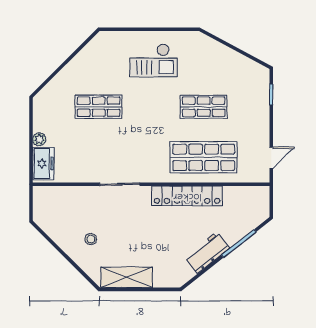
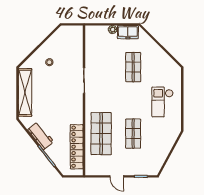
door: (271, 158) -> (117, 176), moved
freezer: (43, 164) -> (128, 32), moved
locker: (187, 196) -> (77, 147), moved
shelving: (127, 277) -> (25, 92), width x1.47

